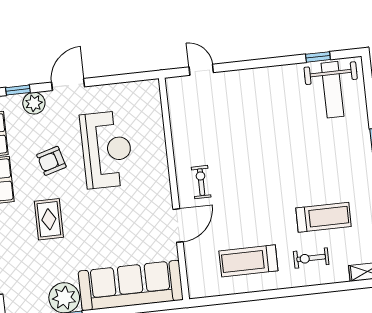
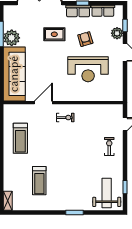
weight bench: (332, 90) -> (107, 193), turned 90
door: (178, 226) -> (43, 103), swing flipped
exercise bike: (311, 258) -> (109, 147), moved
treadmill: (248, 261) -> (20, 138), turned 180

